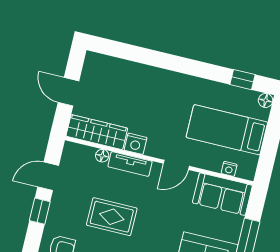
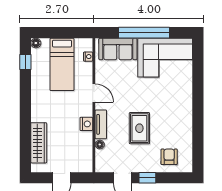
wardrobe: (97, 132) -> (39, 143), moved, turned 180
sofa: (222, 194) -> (118, 49), moved, turned 90

